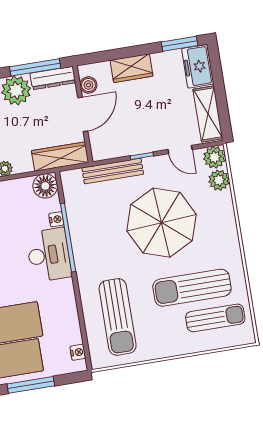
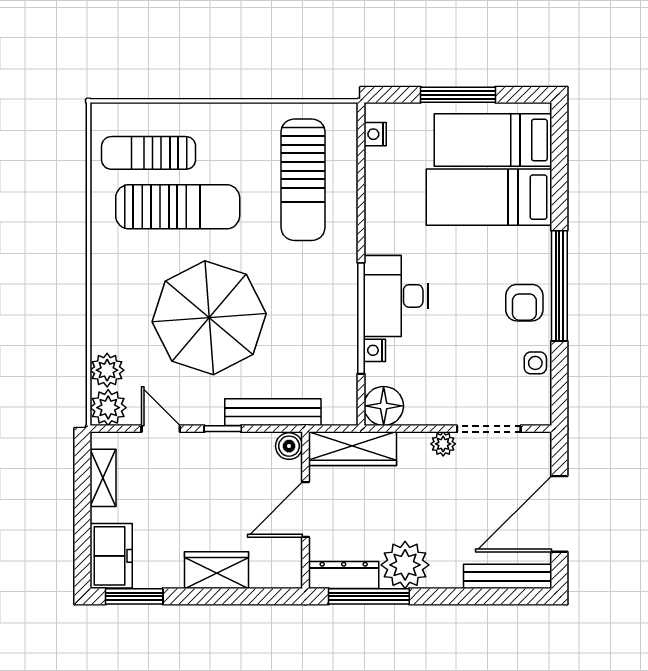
boiler: (88, 85) -> (289, 446), moved
shelving: (208, 114) -> (103, 478), width x0.67, depth x0.75
sun lounger: (118, 317) -> (303, 180), turned 180

